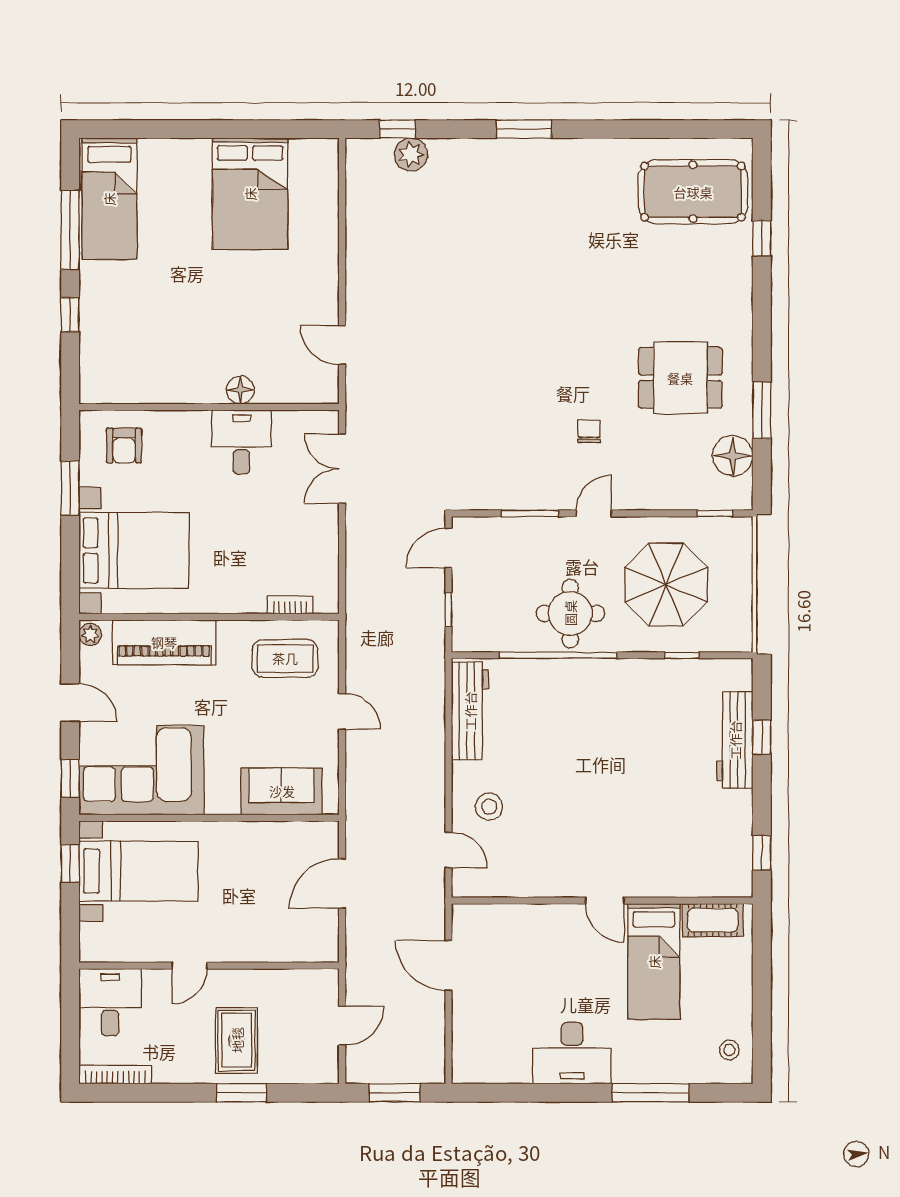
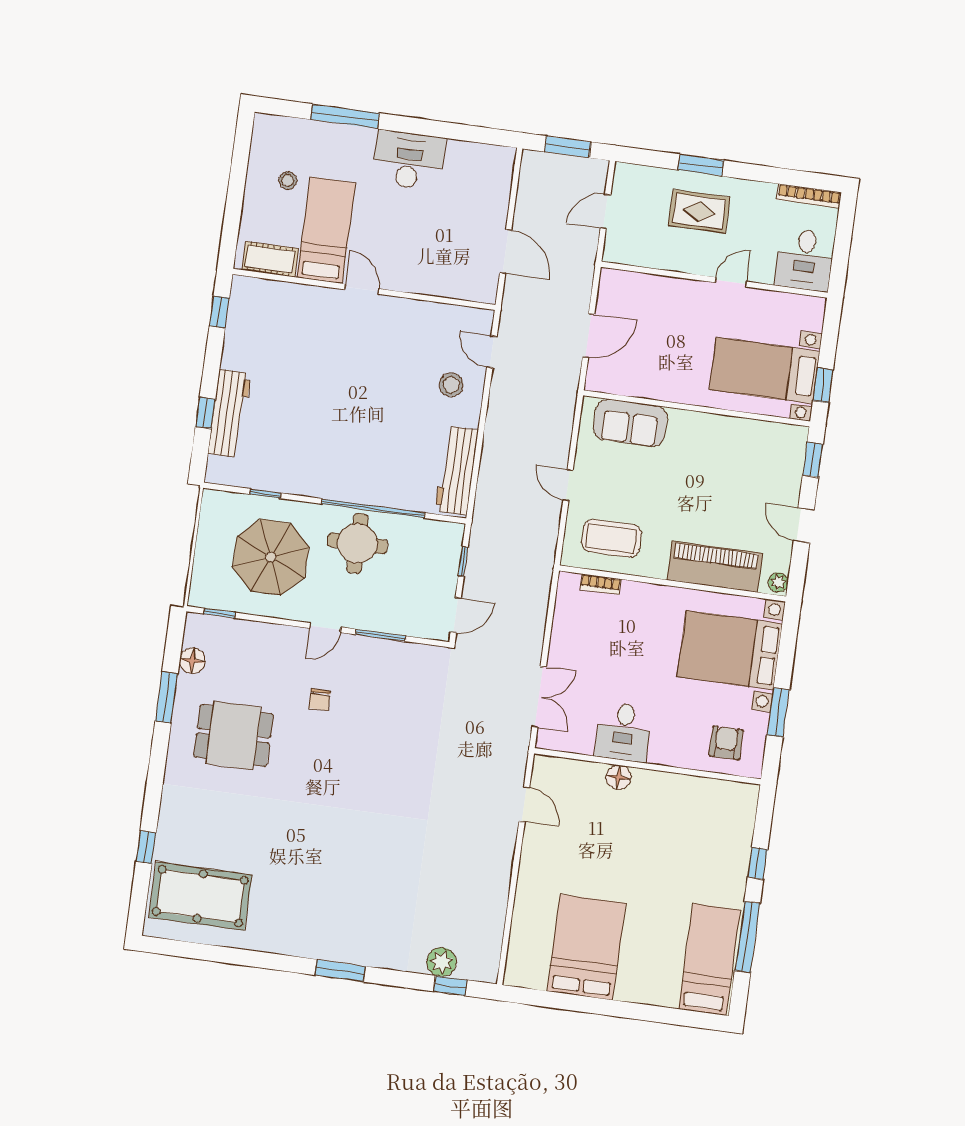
floor lamp: (733, 456) -> (192, 661), width x0.73, depth x0.73
corner sofa: (141, 770) -> (750, 458), removed
rug: (237, 1040) -> (699, 211), turned 90
stool: (729, 1050) -> (288, 181), moved

